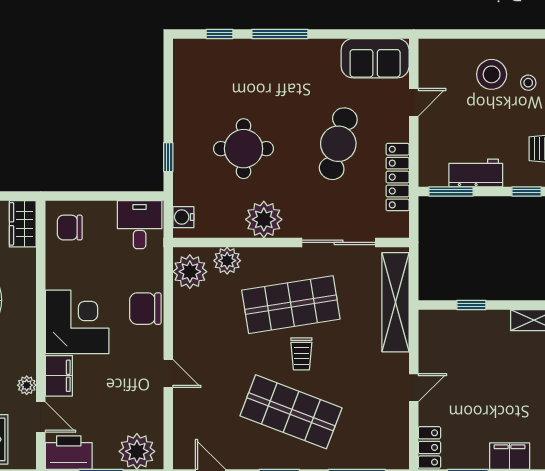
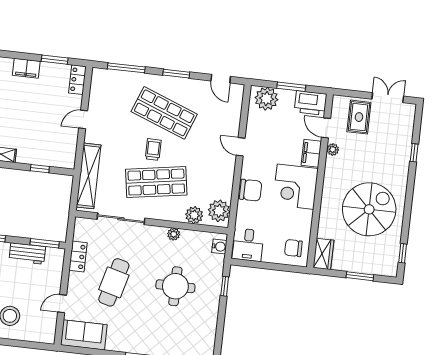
locker: (398, 177) -> (78, 257), width x0.66
plant: (264, 219) -> (174, 234), width x0.53, depth x0.53
chair: (70, 228) -> (293, 248), turned 180

